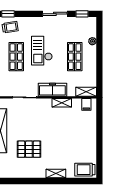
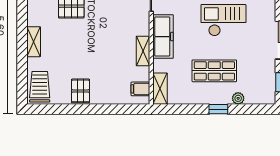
window: (99, 54) -> (218, 109), added
pallet: (88, 143) -> (80, 91), added

